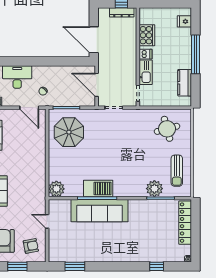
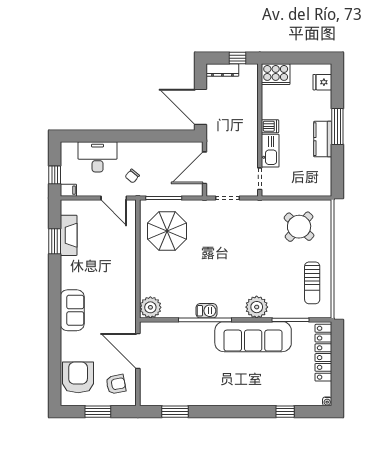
dresser: (122, 12) -> (222, 70), moved
cooker: (147, 35) -> (276, 74), moved, turned 90
window: (196, 54) -> (337, 127), width x0.68
kitchen counter: (185, 83) -> (323, 139), moved
door: (97, 85) -> (204, 168), hinge flipped
round table: (167, 129) -> (299, 227), turned -33
barbecue: (98, 188) -> (206, 311), width x0.53, depth x0.65
plant: (154, 189) -> (257, 307), moved
sofa: (100, 211) -> (253, 337), moved
door: (47, 221) -> (138, 351), width x1.88

